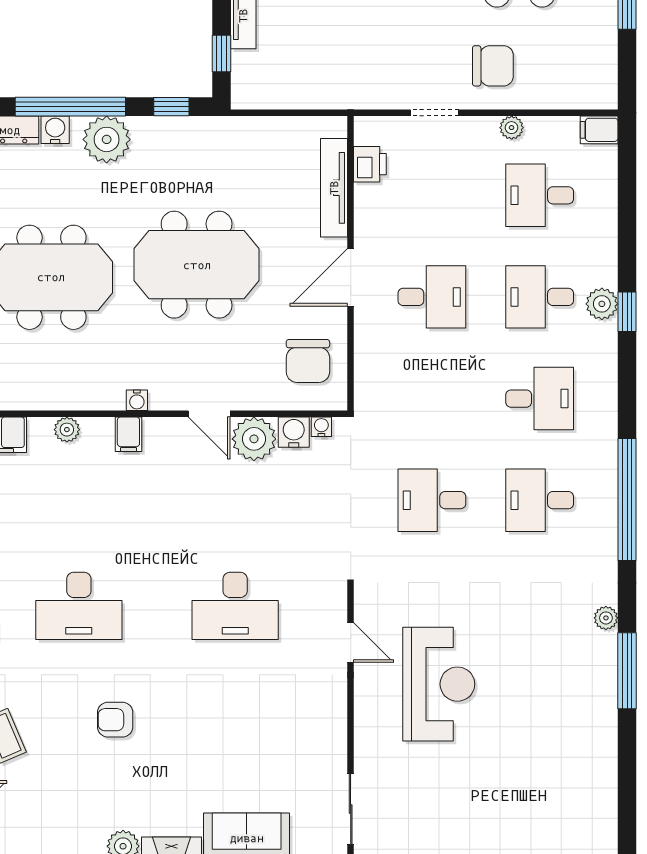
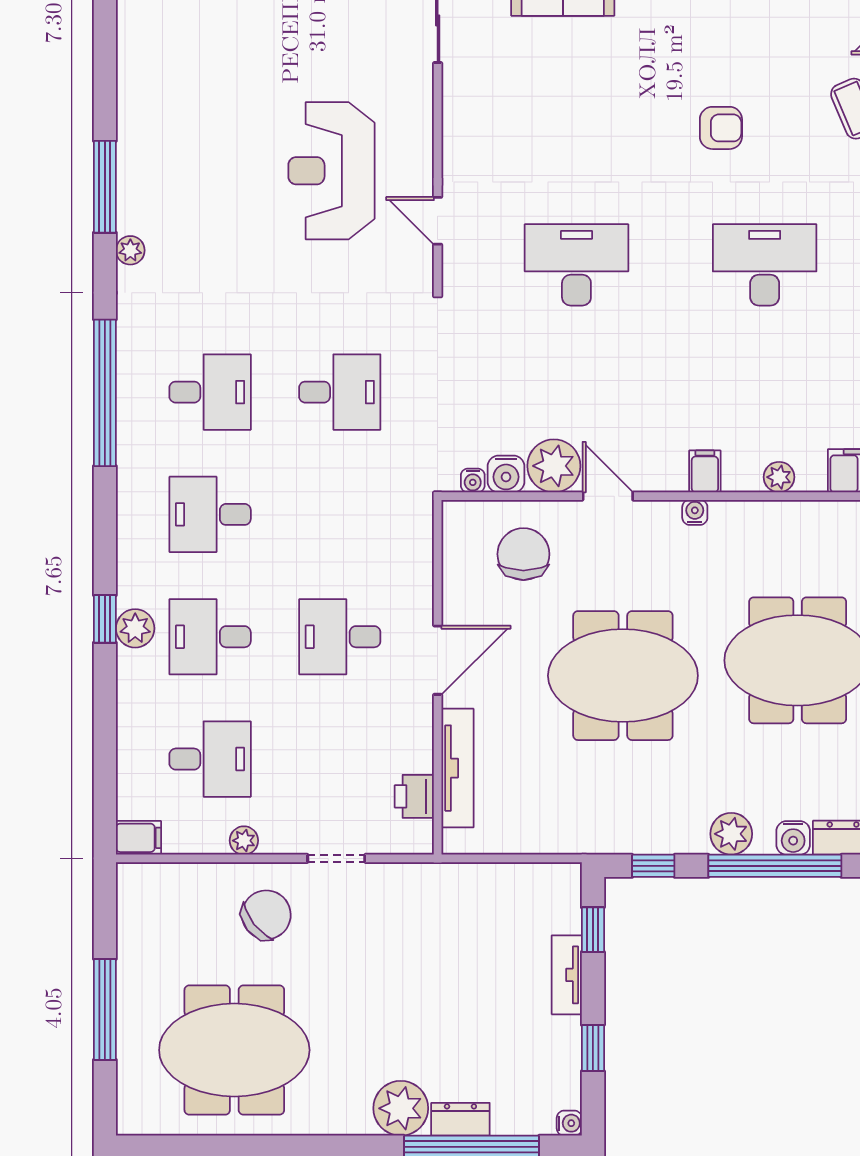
chair: (493, 66) -> (266, 915), turned 142
plant: (107, 139) -> (731, 834), width x0.73, depth x0.73
desk: (540, 297) -> (210, 637), turned 180
chair: (308, 361) -> (523, 554), moved

